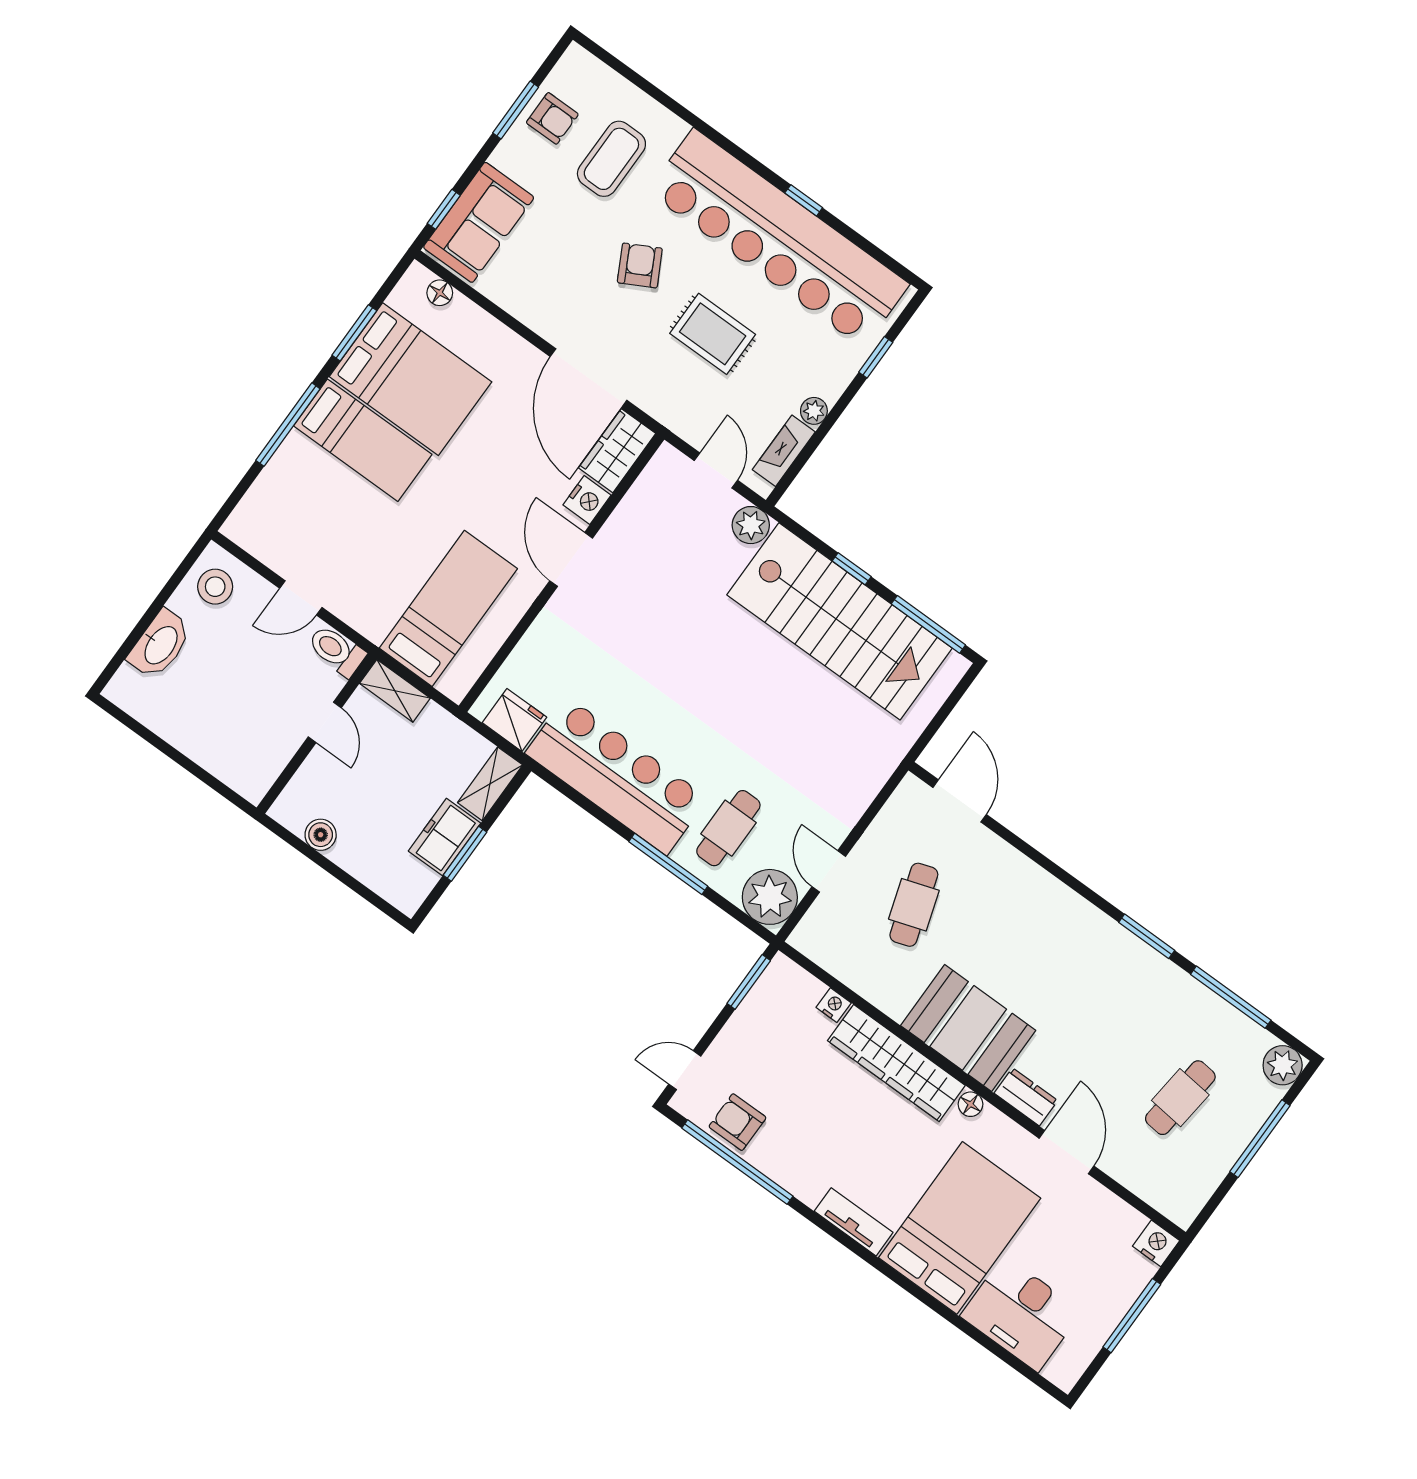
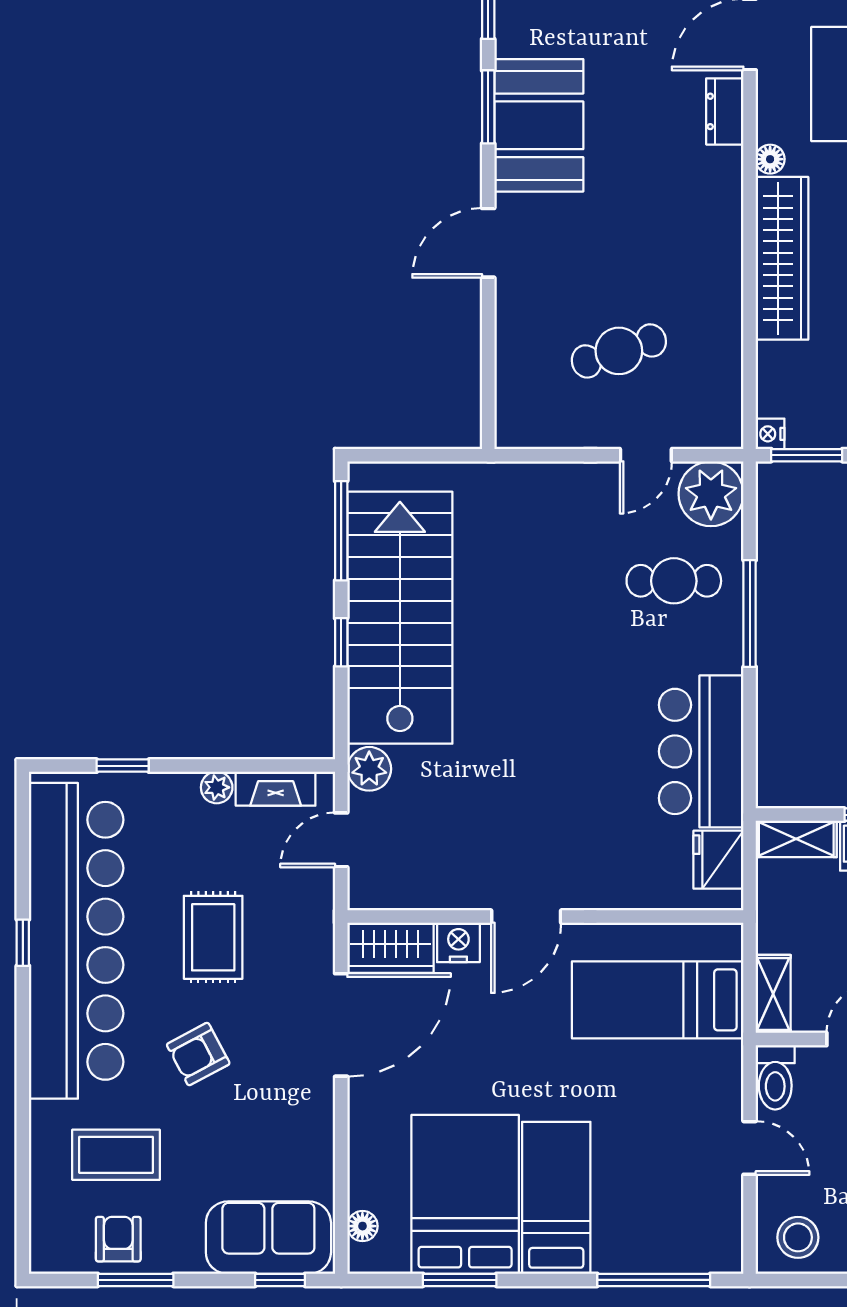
window: (288, 425) -> (654, 1280), moved
bar counter: (617, 776) -> (701, 751), width x0.73
door: (960, 801) -> (488, 243), moved
nightstand: (834, 1005) -> (770, 434), moved
booth: (968, 1028) -> (539, 125), moved

